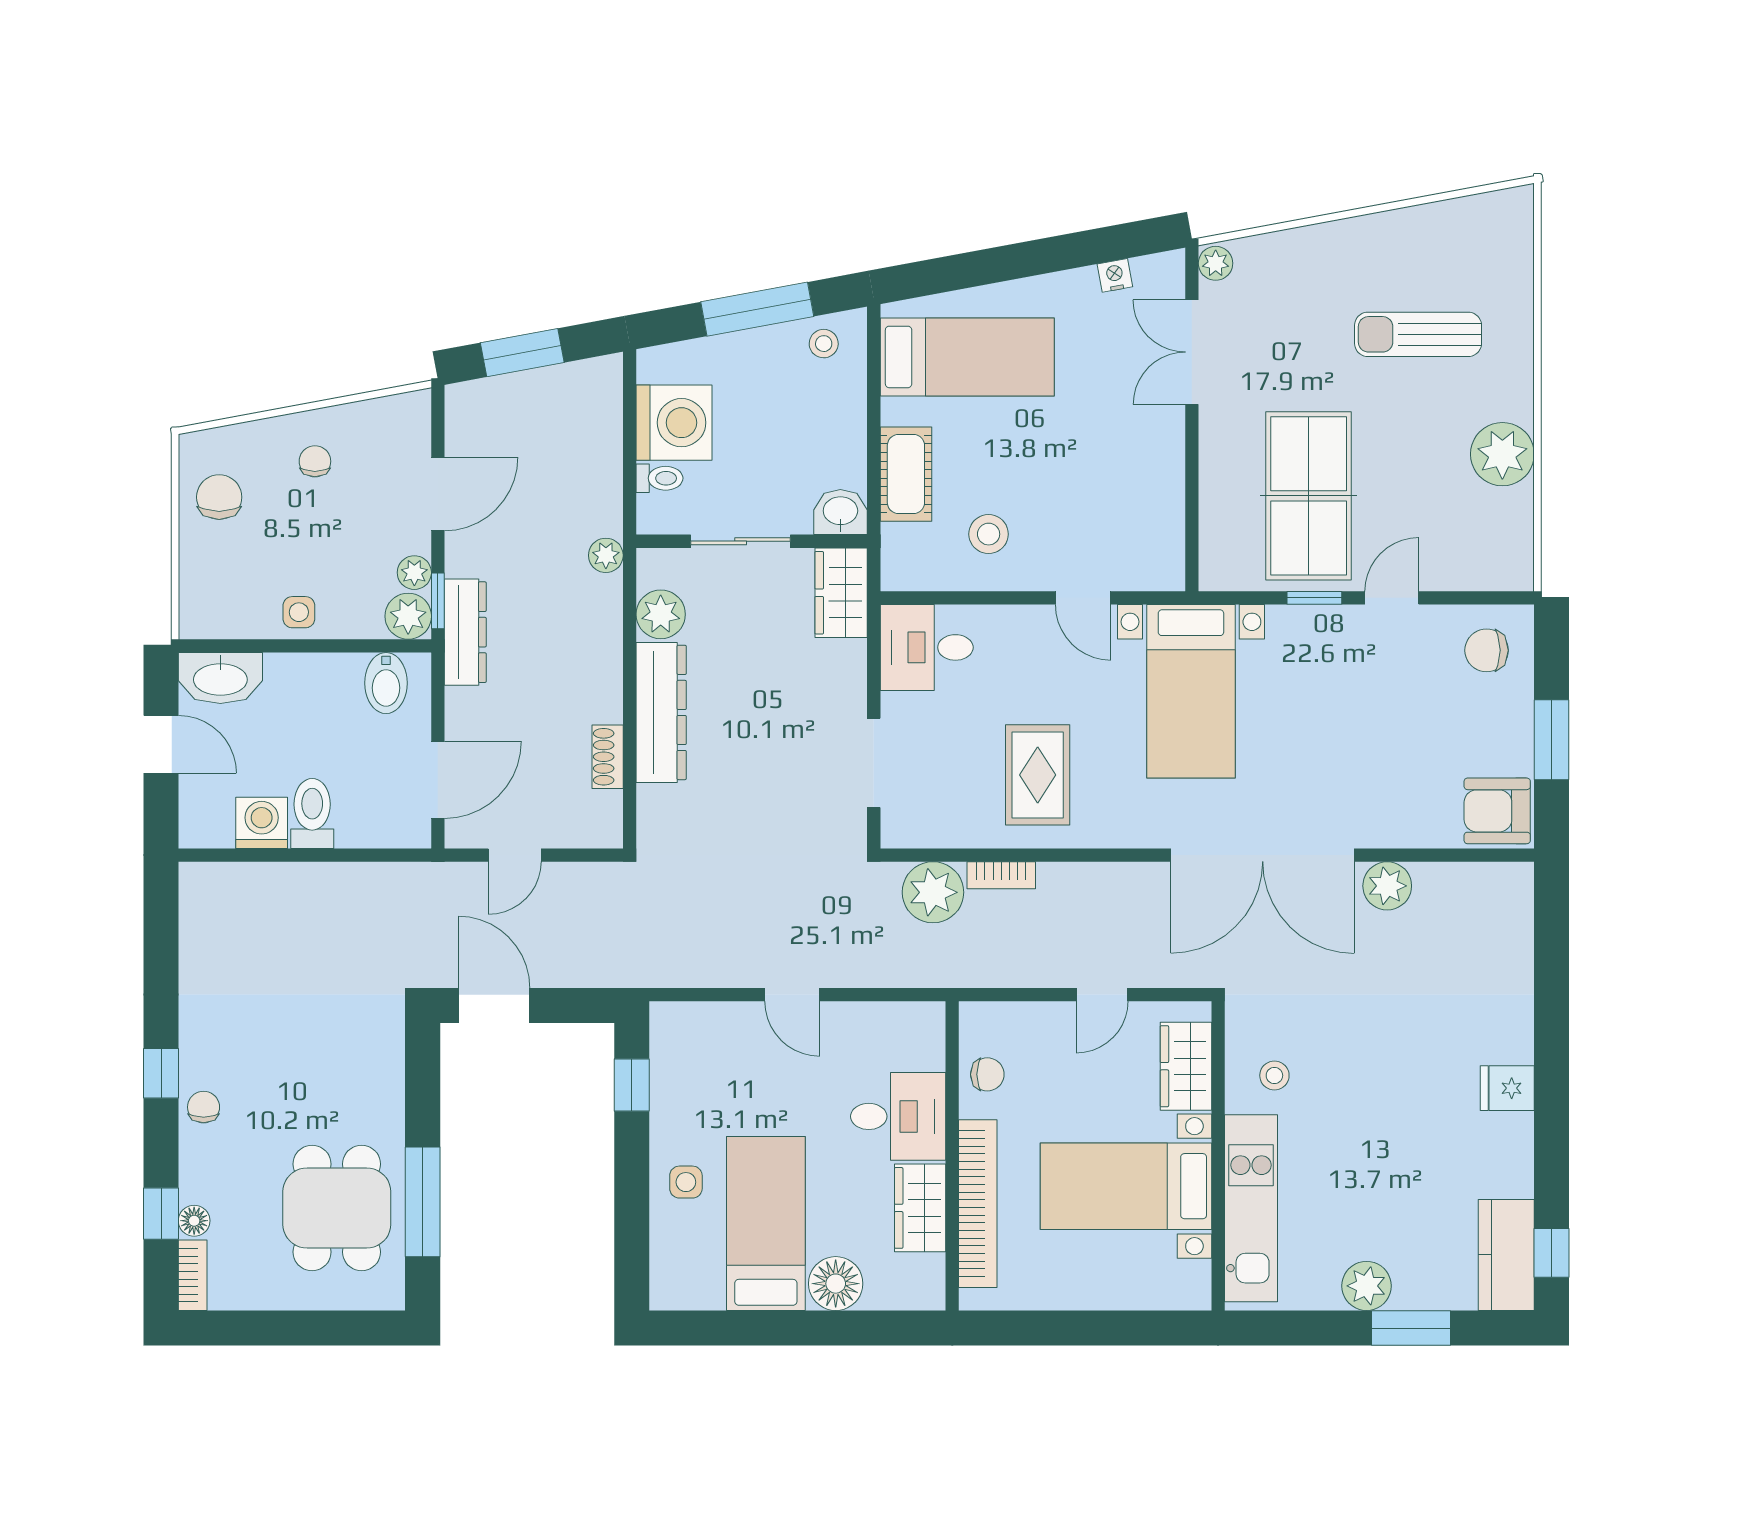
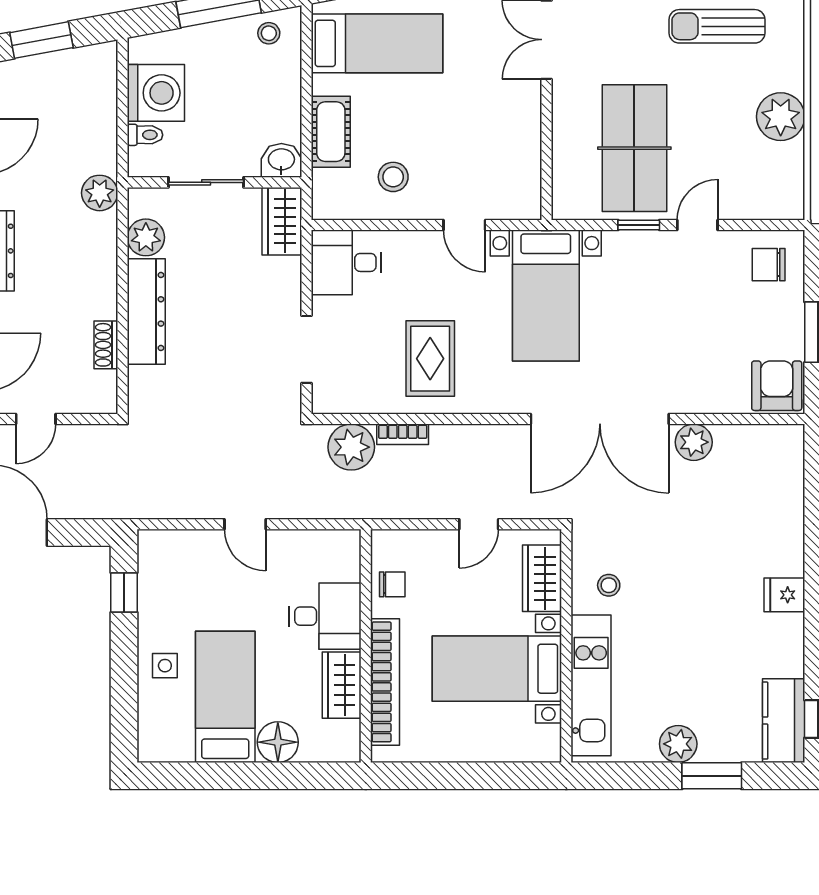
plant: (606, 555) -> (100, 193), width x1.38, depth x1.38
armchair: (1497, 811) -> (777, 386), turned 90

